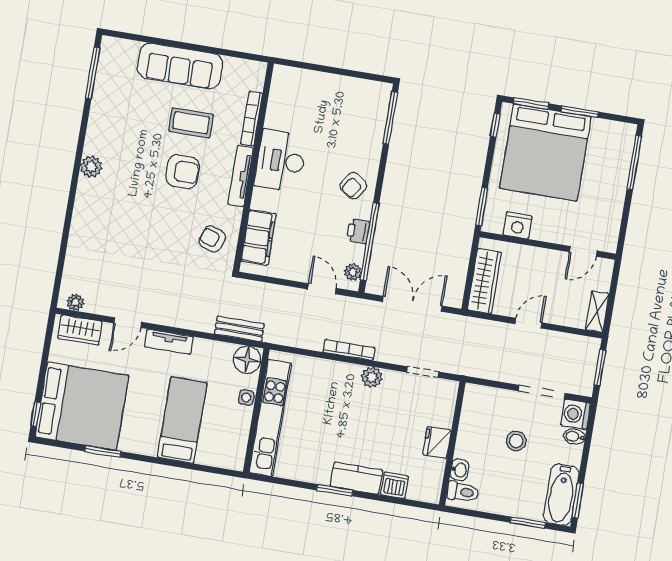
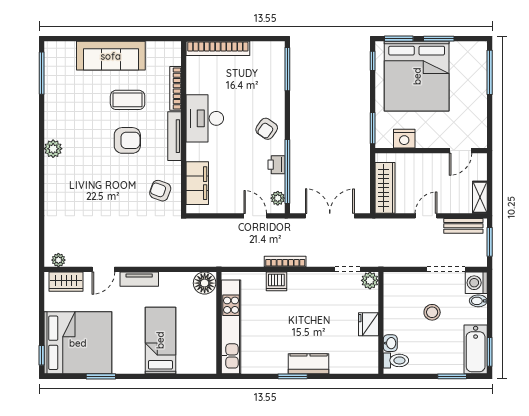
bookcase: (311, 79) -> (218, 48), added
bench: (239, 329) -> (463, 226), moved
plant: (372, 377) -> (370, 280), moved
side table: (246, 398) -> (209, 314), removed
dishwasher: (394, 485) -> (276, 281), moved, turned 180

